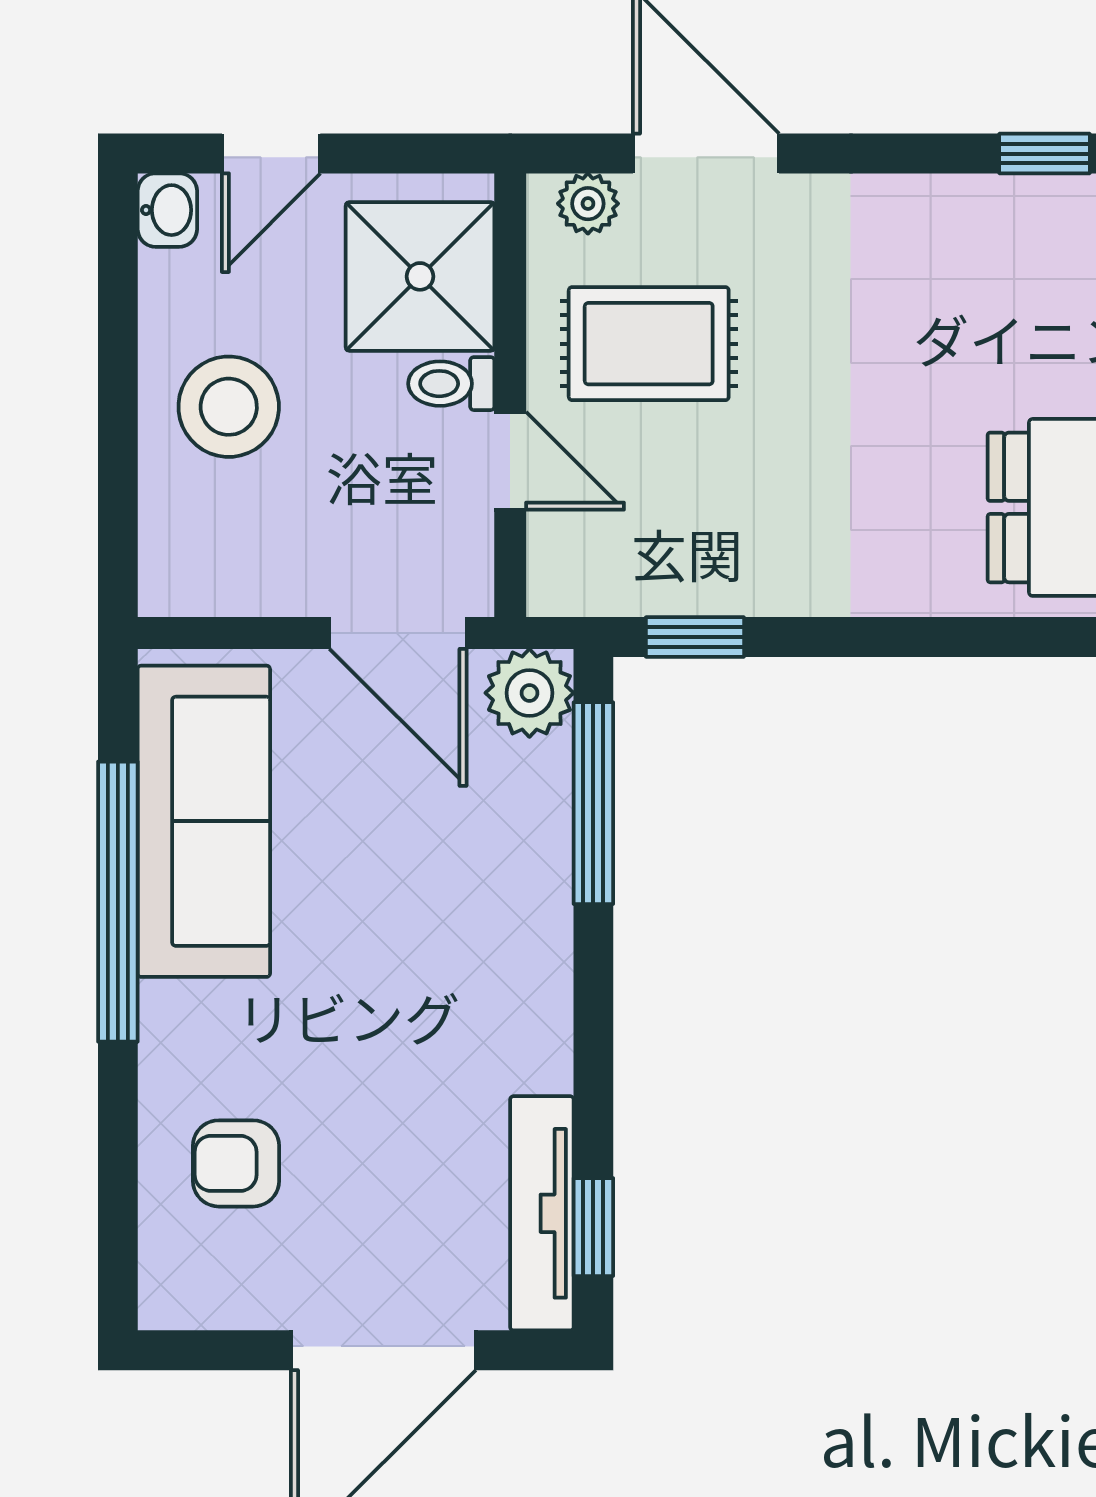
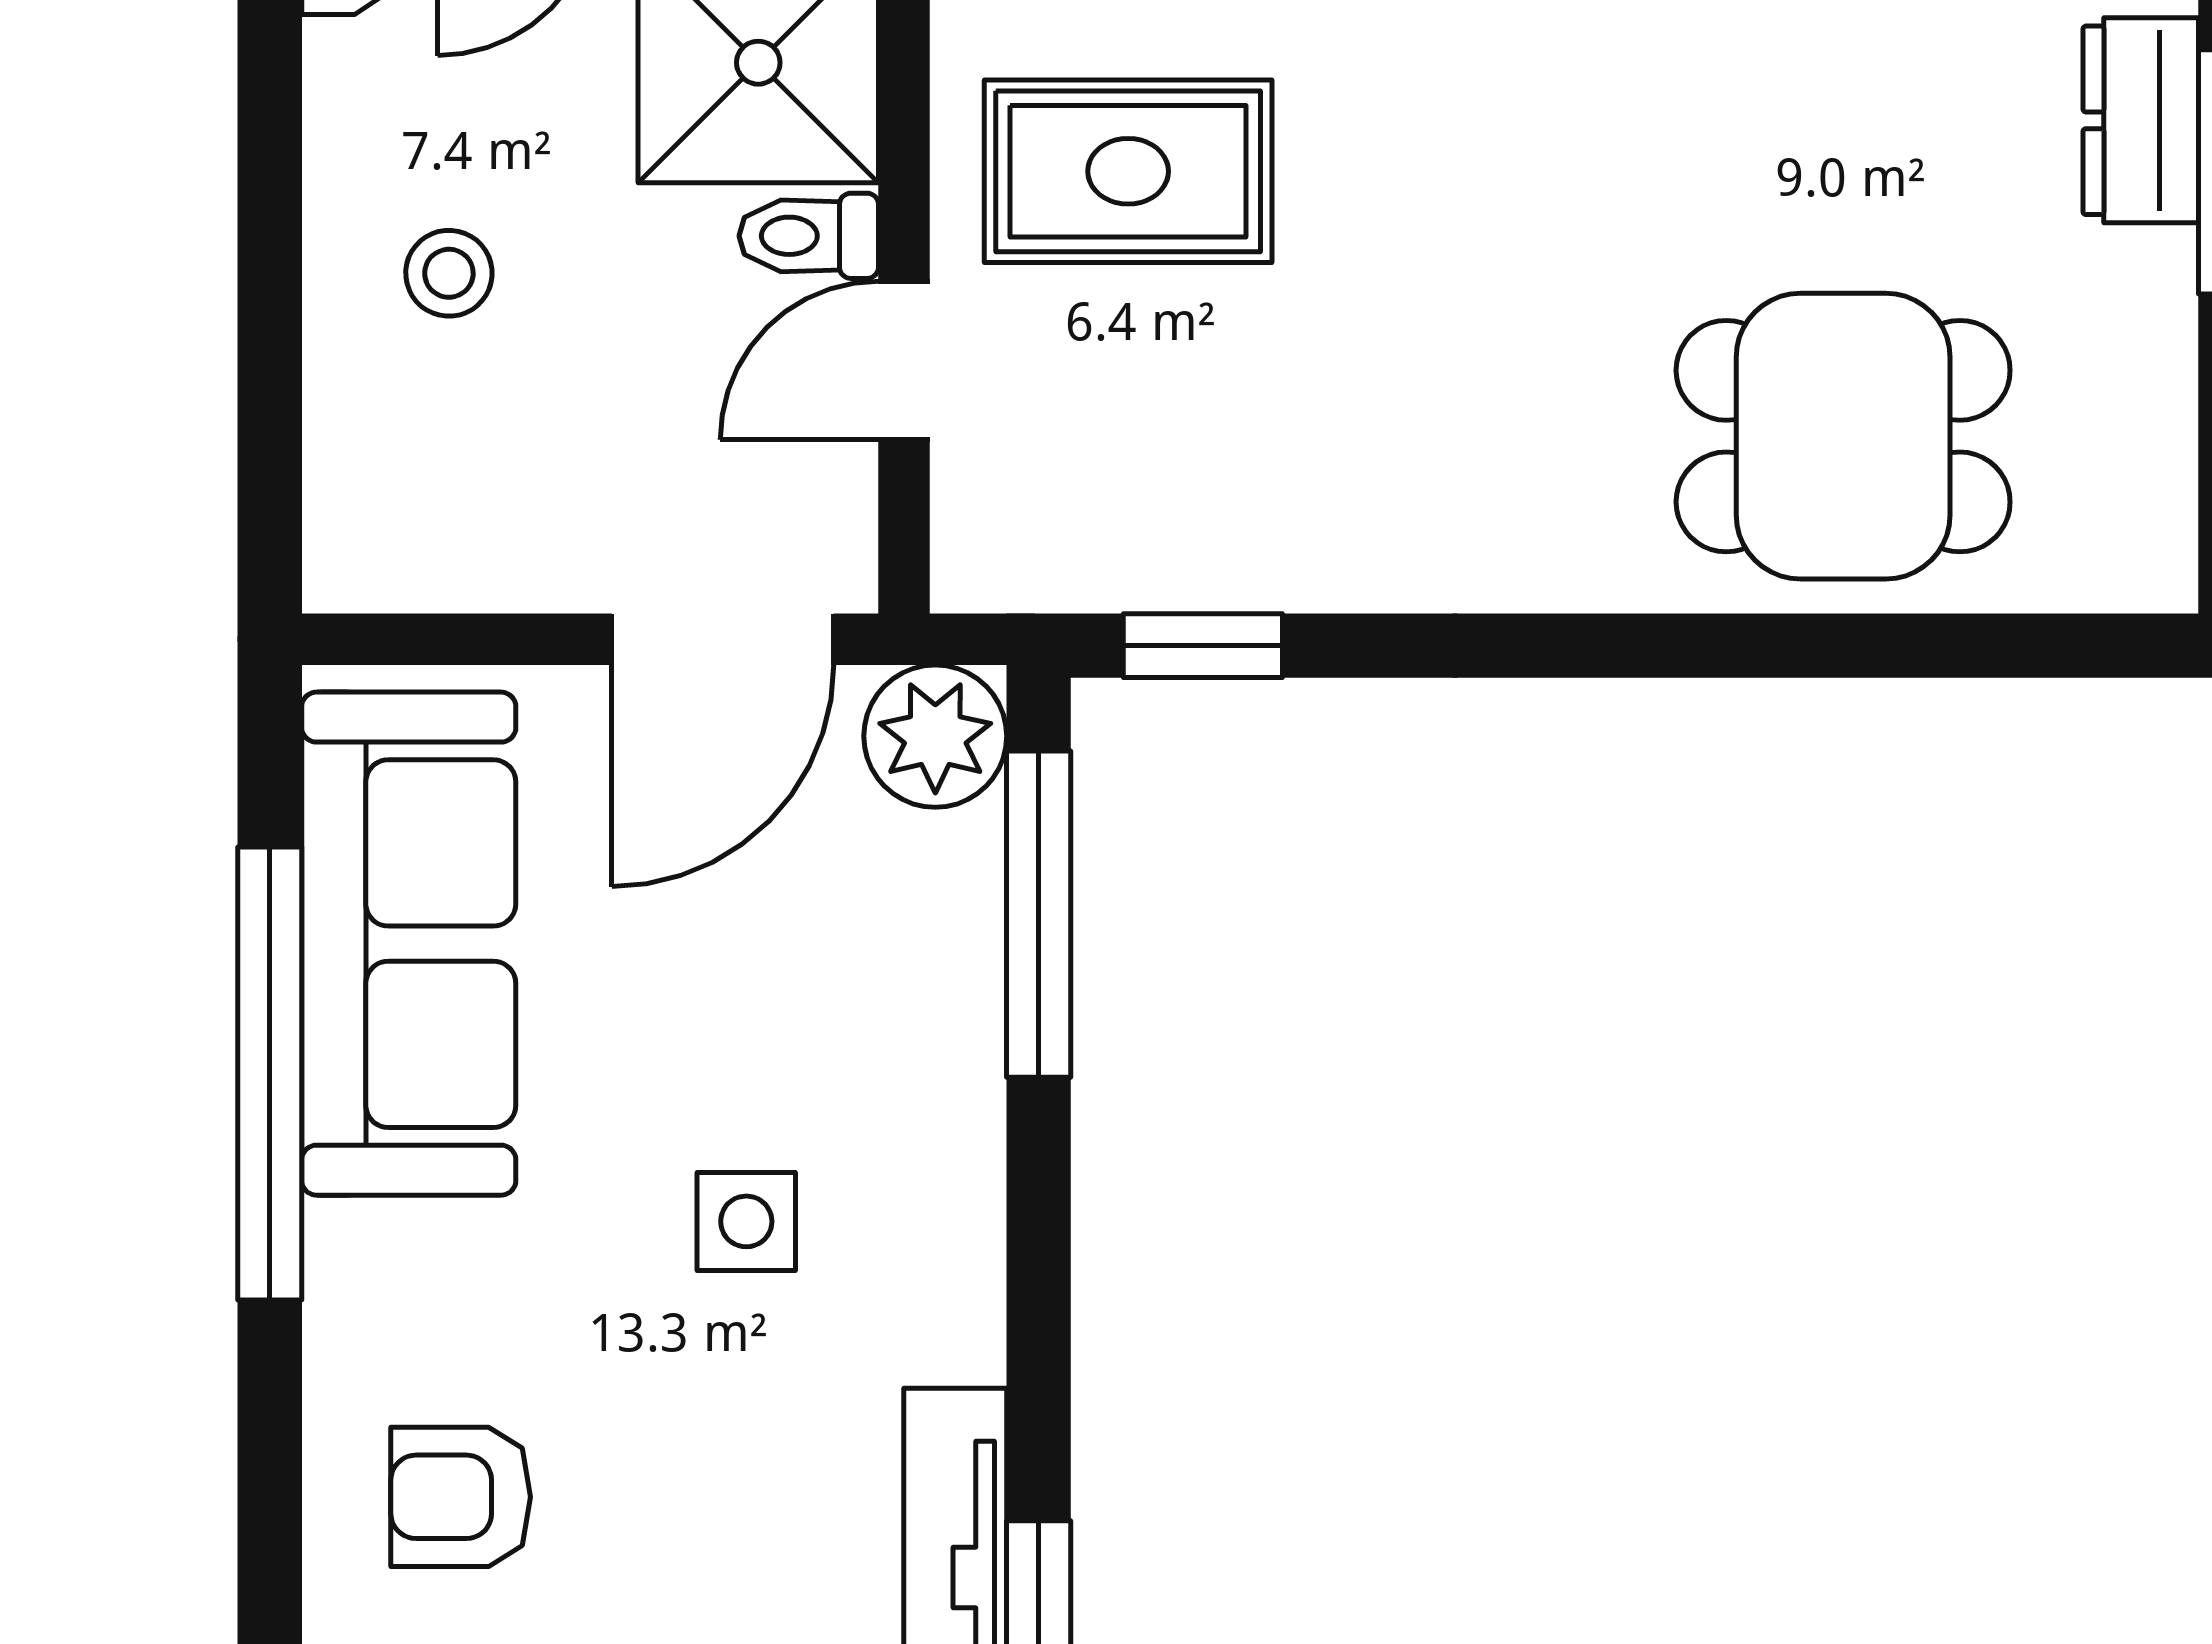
stool: (229, 407) -> (449, 273), width x0.53, depth x0.53
door: (510, 461) -> (904, 361), swing flipped
door: (398, 633) -> (723, 639), hinge flipped
side table: (413, 993) -> (746, 1221), added

